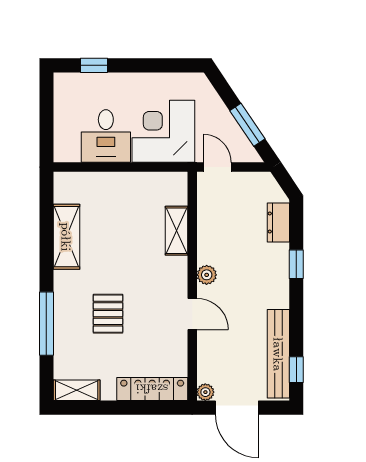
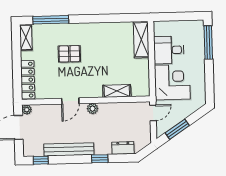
window: (94, 65) -> (208, 42), width x2.17
shelving: (66, 237) -> (141, 40), moved, turned 90
window: (46, 324) -> (51, 20), moved
bench: (278, 354) -> (69, 149), moved

